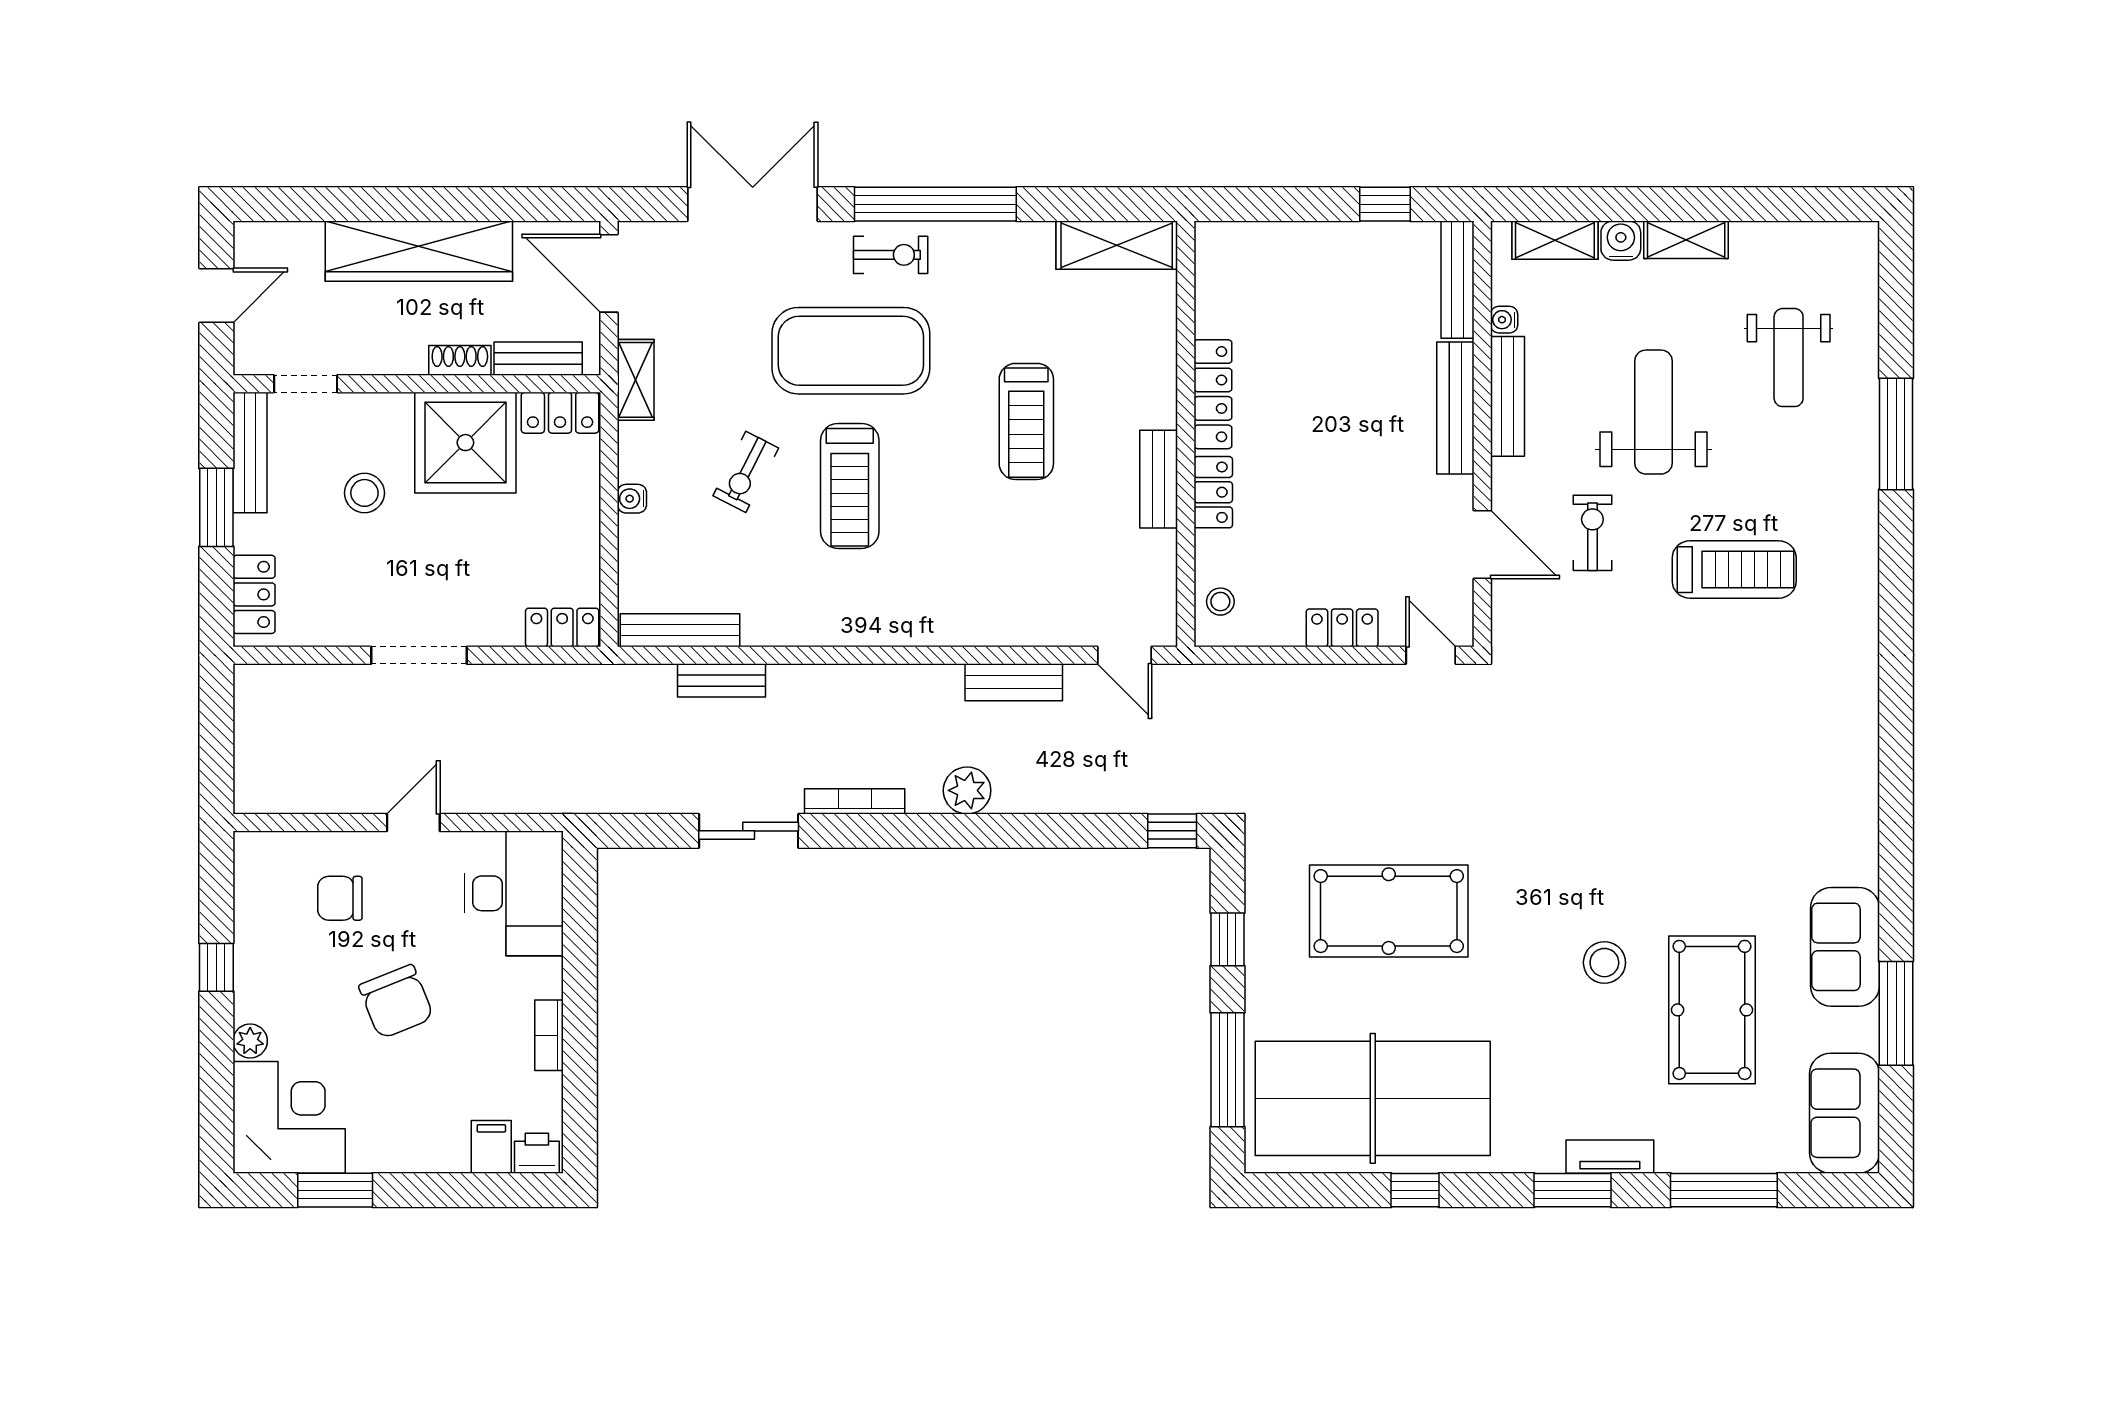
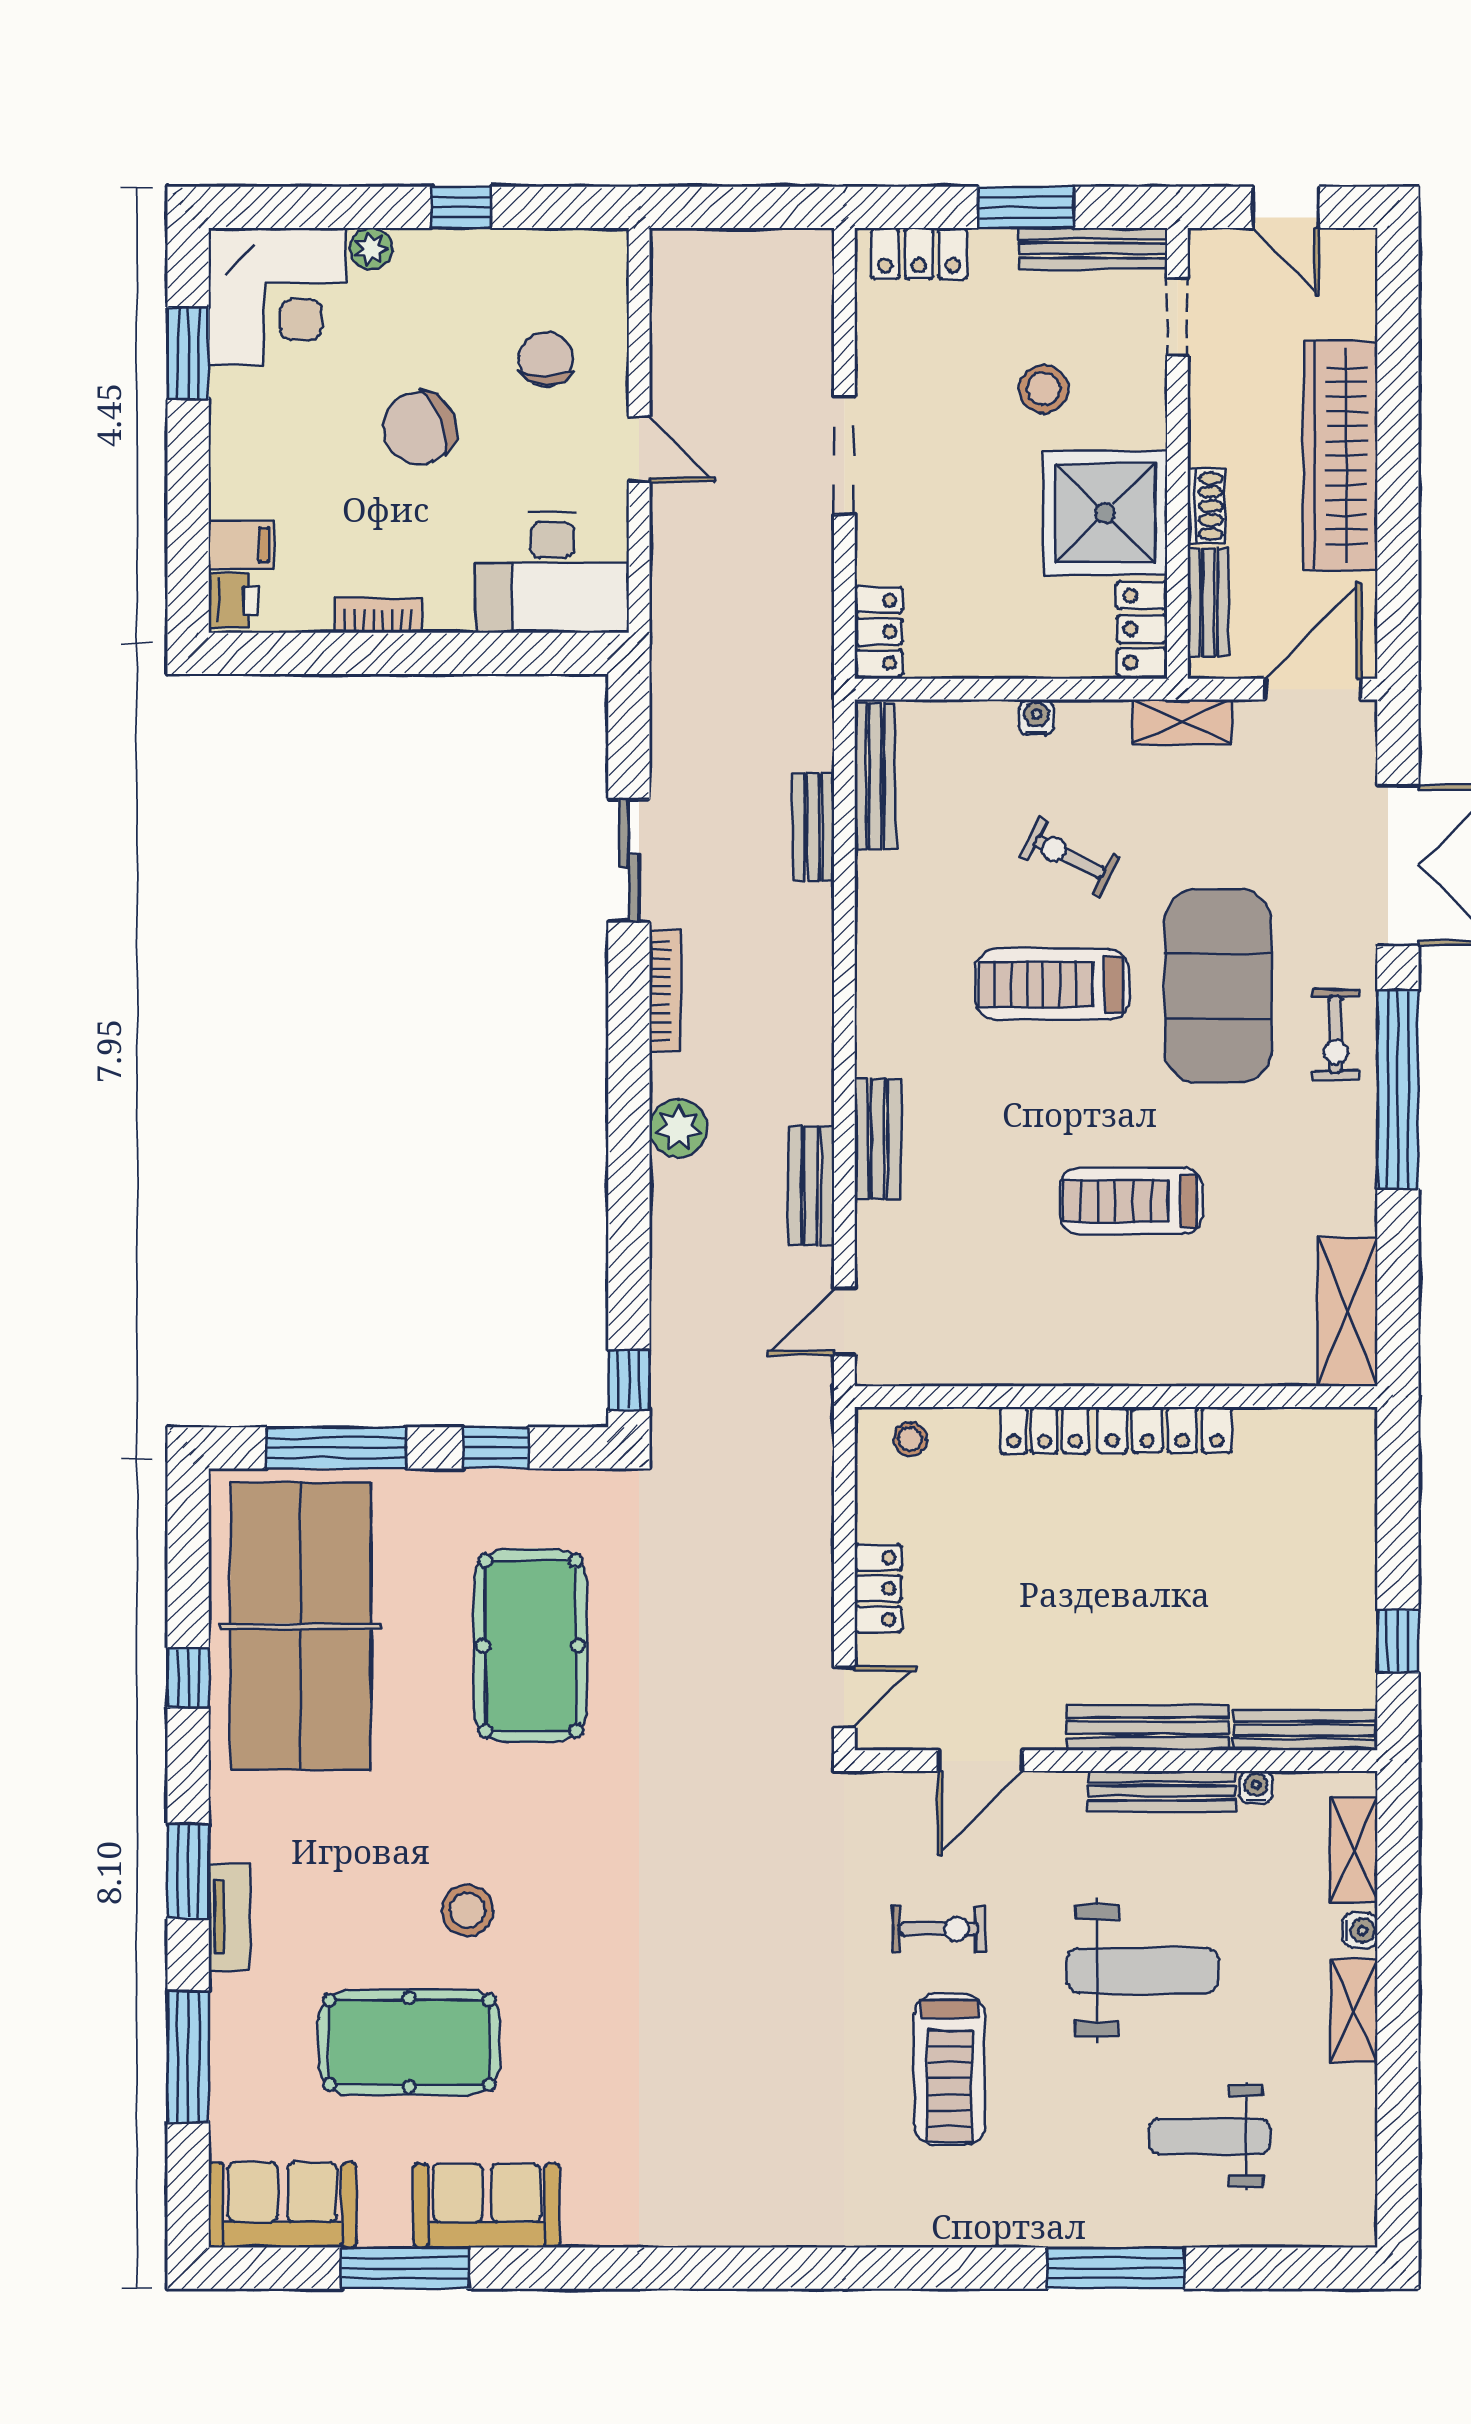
water cooler: (1621, 241) -> (1360, 1930), width x0.72, depth x0.72
bench: (1159, 479) -> (878, 1139), moved, turned 90
exercise bike: (1592, 533) -> (939, 1929), moved

